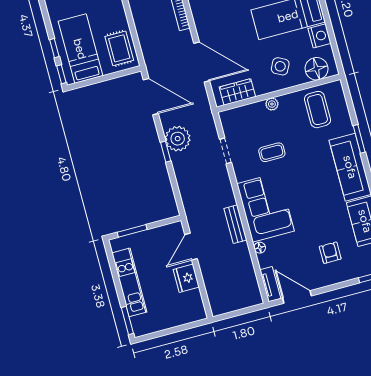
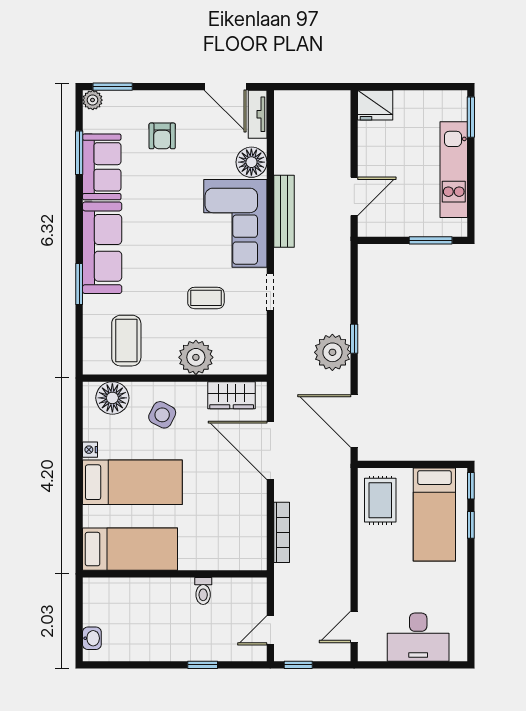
nightstand: (320, 36) -> (90, 450), width x0.53, depth x0.56
plant: (272, 104) -> (196, 357), width x1.88, depth x1.88
doorway: (225, 151) -> (270, 292), moved
bench: (235, 224) -> (284, 211), width x1.36
floor lamp: (260, 248) -> (251, 162), width x1.89, depth x1.89
fridge: (186, 278) -> (375, 105), moved, turned 90

